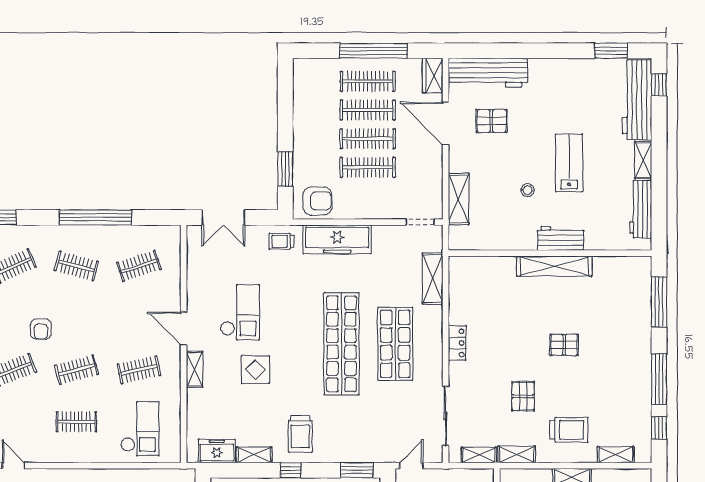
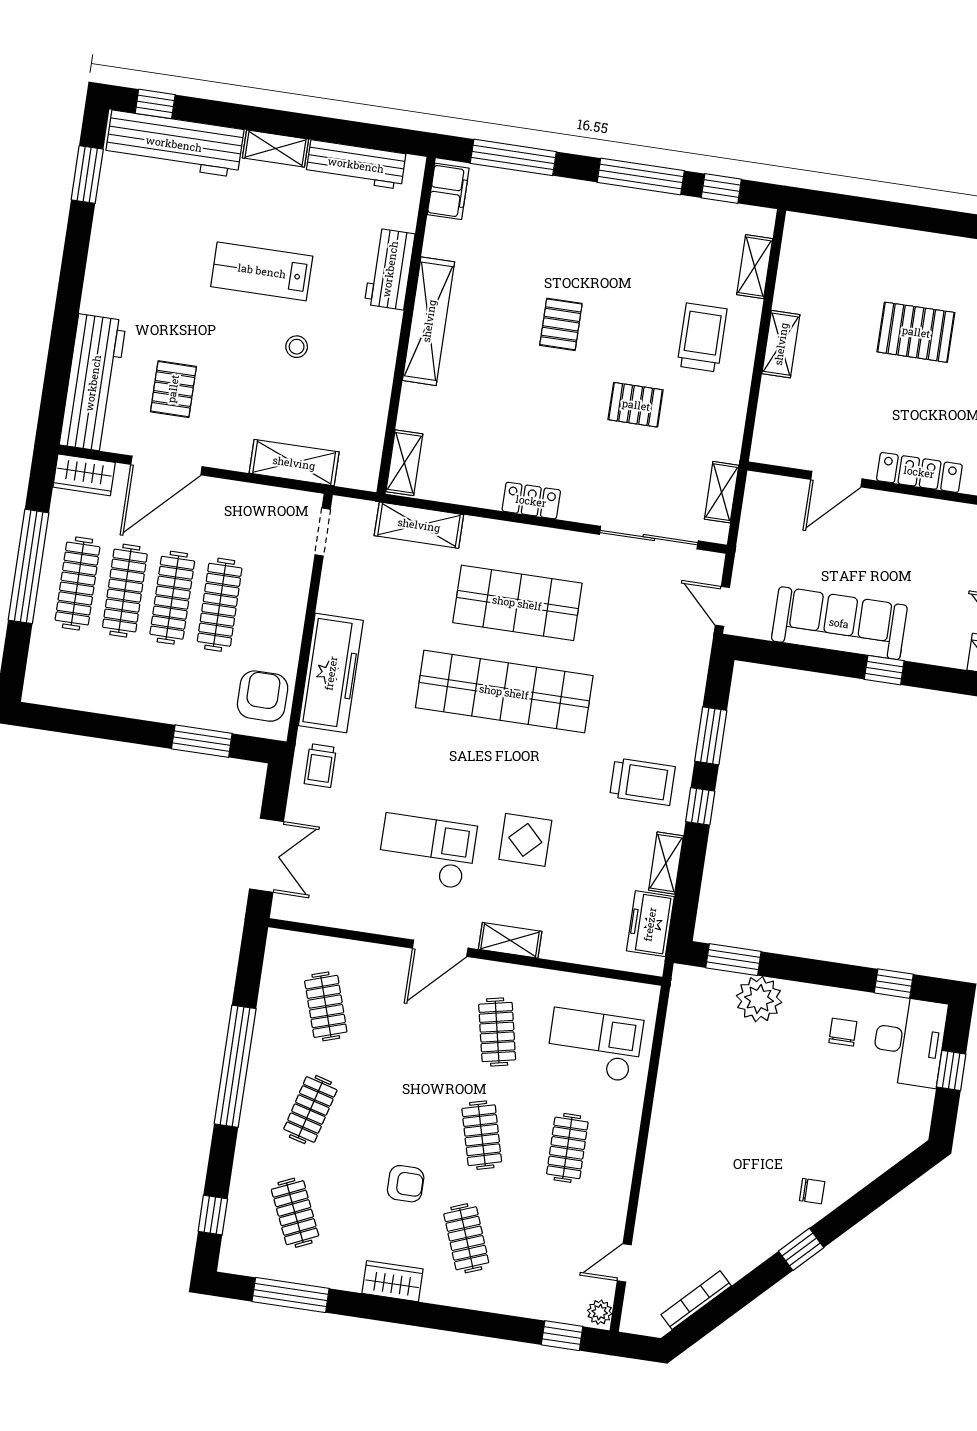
workbench: (561, 238) -> (390, 269), moved
filing cabinet: (633, 266) -> (448, 191), added
shelving: (517, 454) -> (404, 463), moved
window: (357, 470) -> (711, 736), moved

